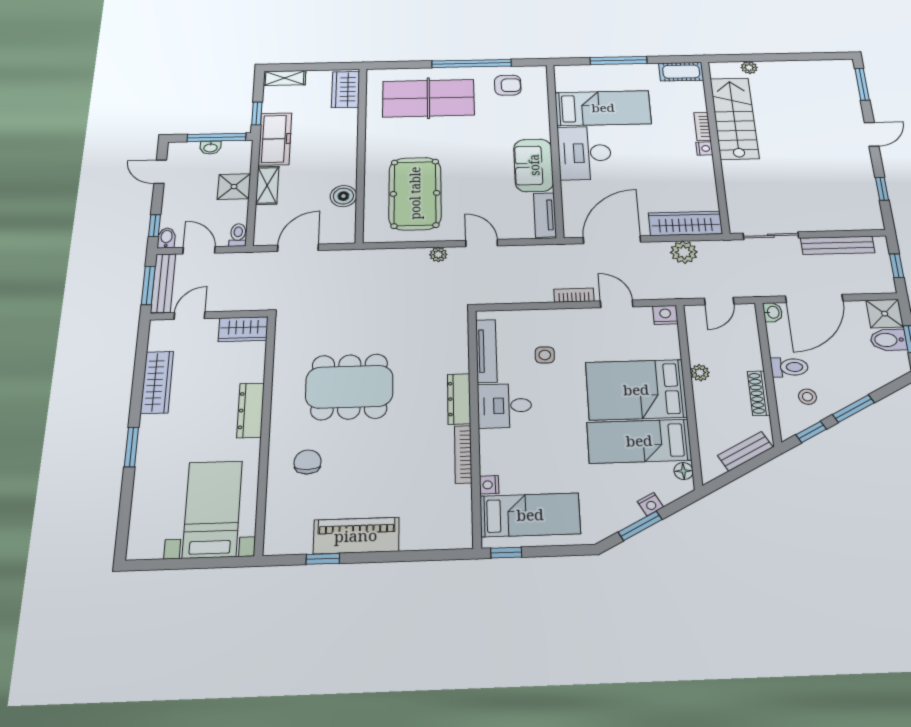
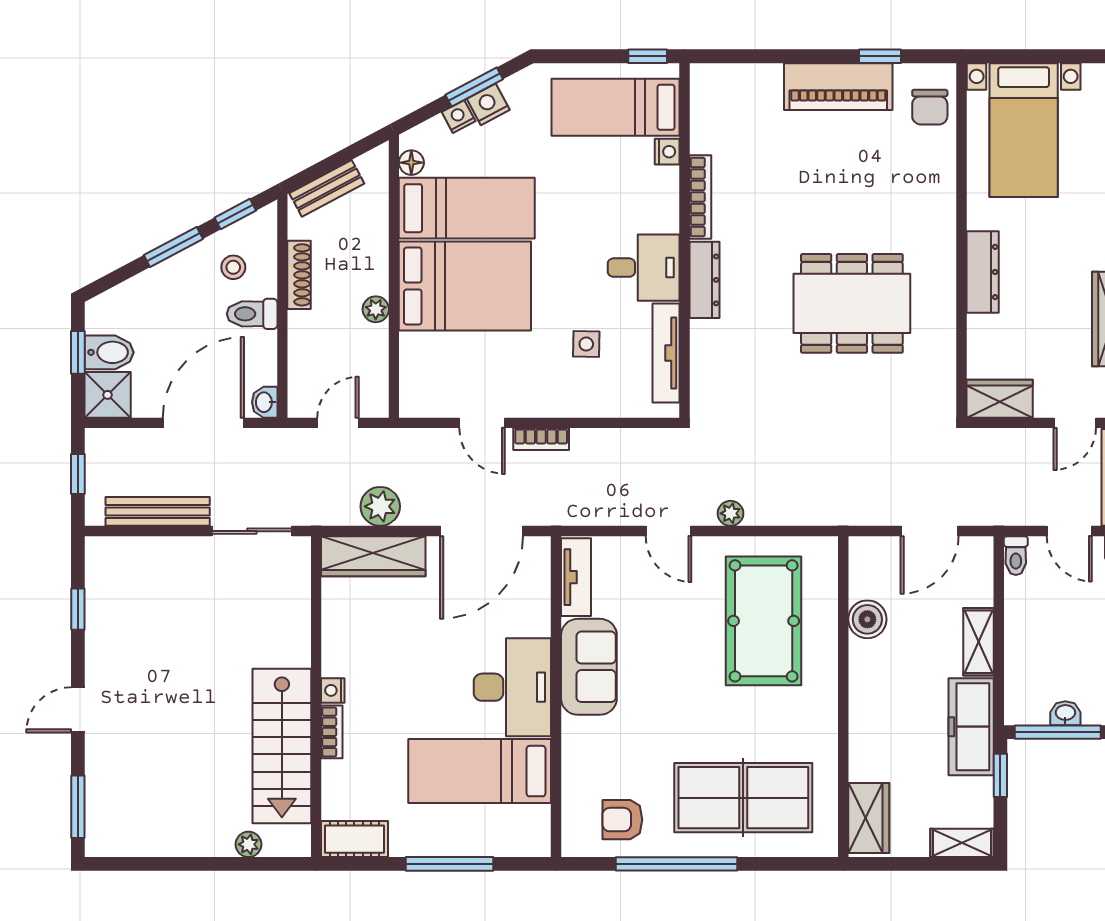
shower: (234, 187) -> (1027, 641), removed
nightstand: (665, 315) -> (488, 104), moved, turned 152
chair: (308, 462) -> (930, 107), moved

